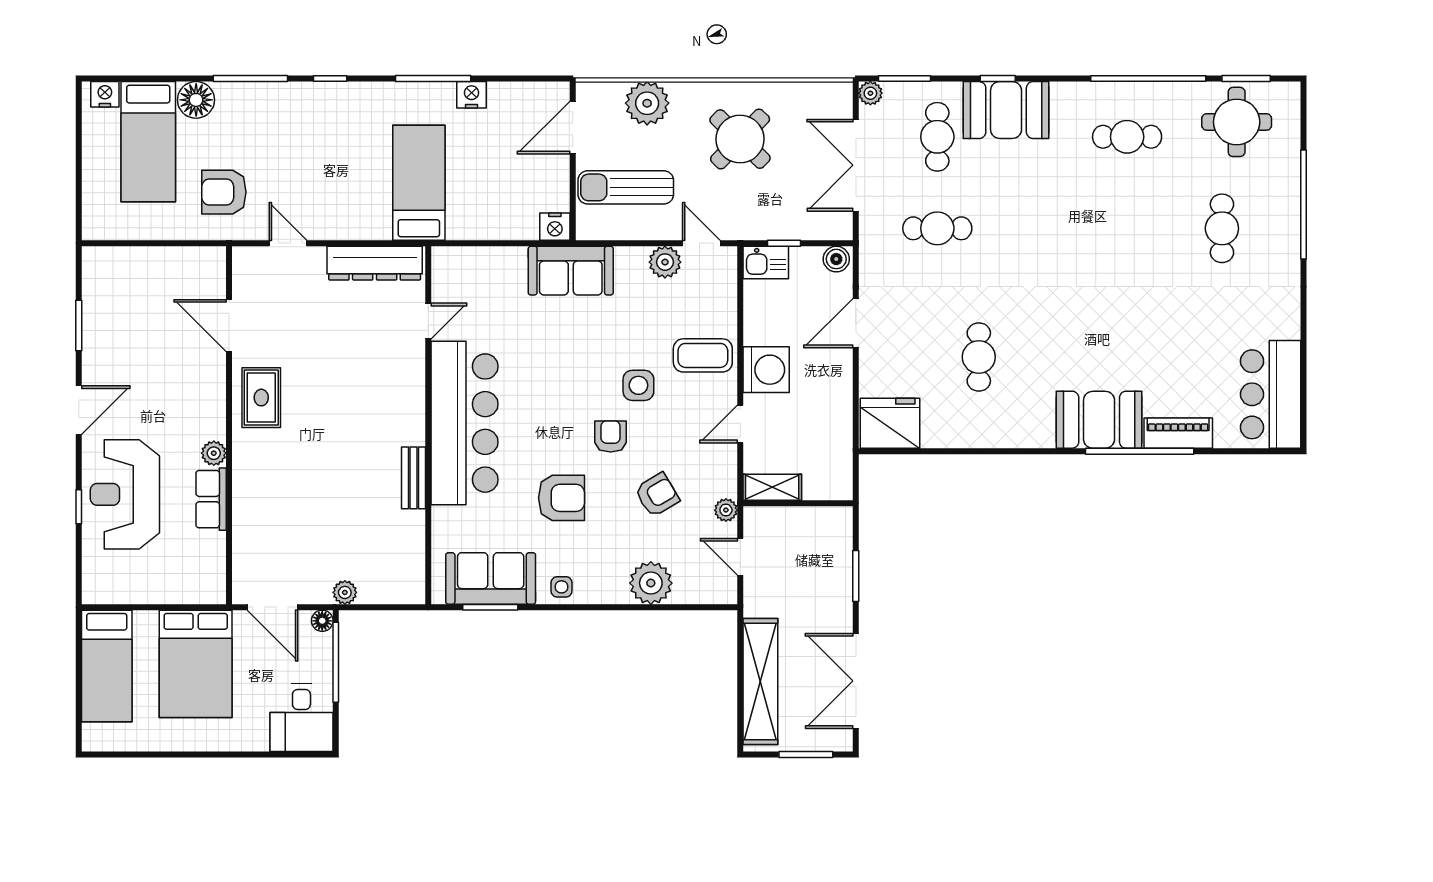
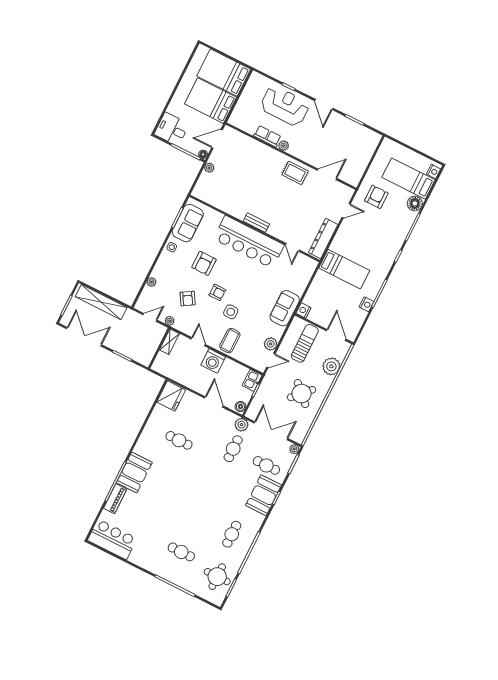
plant: (875, 237) -> (241, 425), added
bench: (414, 478) -> (256, 223), moved
plant: (651, 583) -> (151, 282), width x0.53, depth x0.53
bed: (107, 666) -> (224, 73), width x1.50

